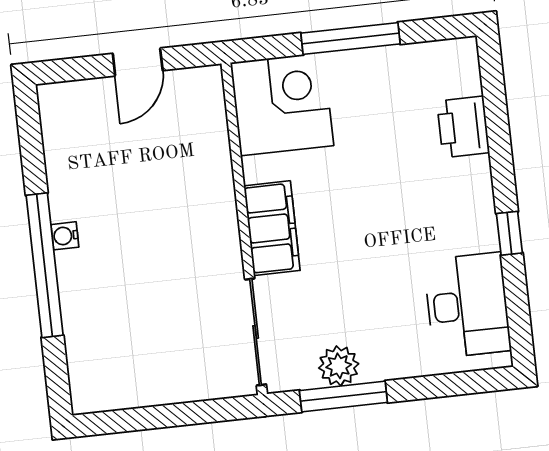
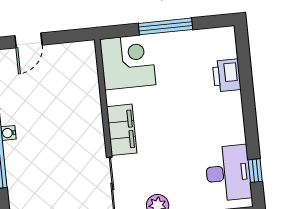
door: (138, 62) -> (28, 40), moved
window: (509, 233) -> (255, 171), moved

